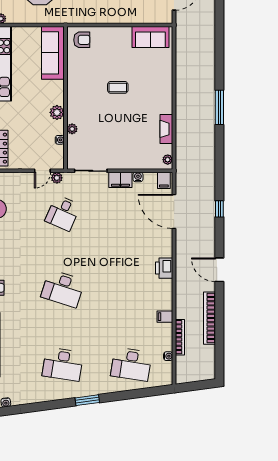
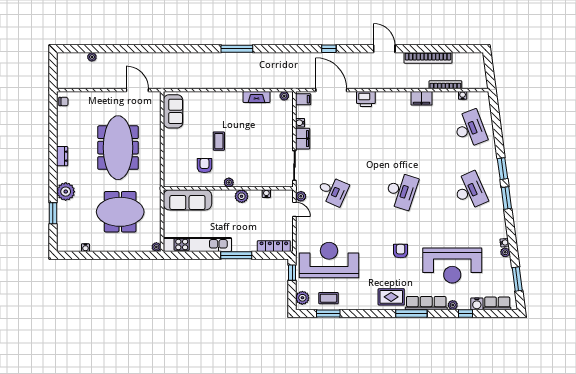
armchair: (82, 40) -> (205, 166), moved
plant: (72, 129) -> (229, 182), moved
door: (174, 211) -> (331, 90), swing flipped
printer: (164, 268) -> (366, 99), moved
door: (219, 270) -> (384, 49), swing flipped
filing cabinet: (165, 317) -> (422, 98), width x2.00
desk: (63, 364) -> (470, 191), turned -33
desk: (131, 364) -> (470, 129), turned -30
window: (55, 404) -> (506, 198), added

